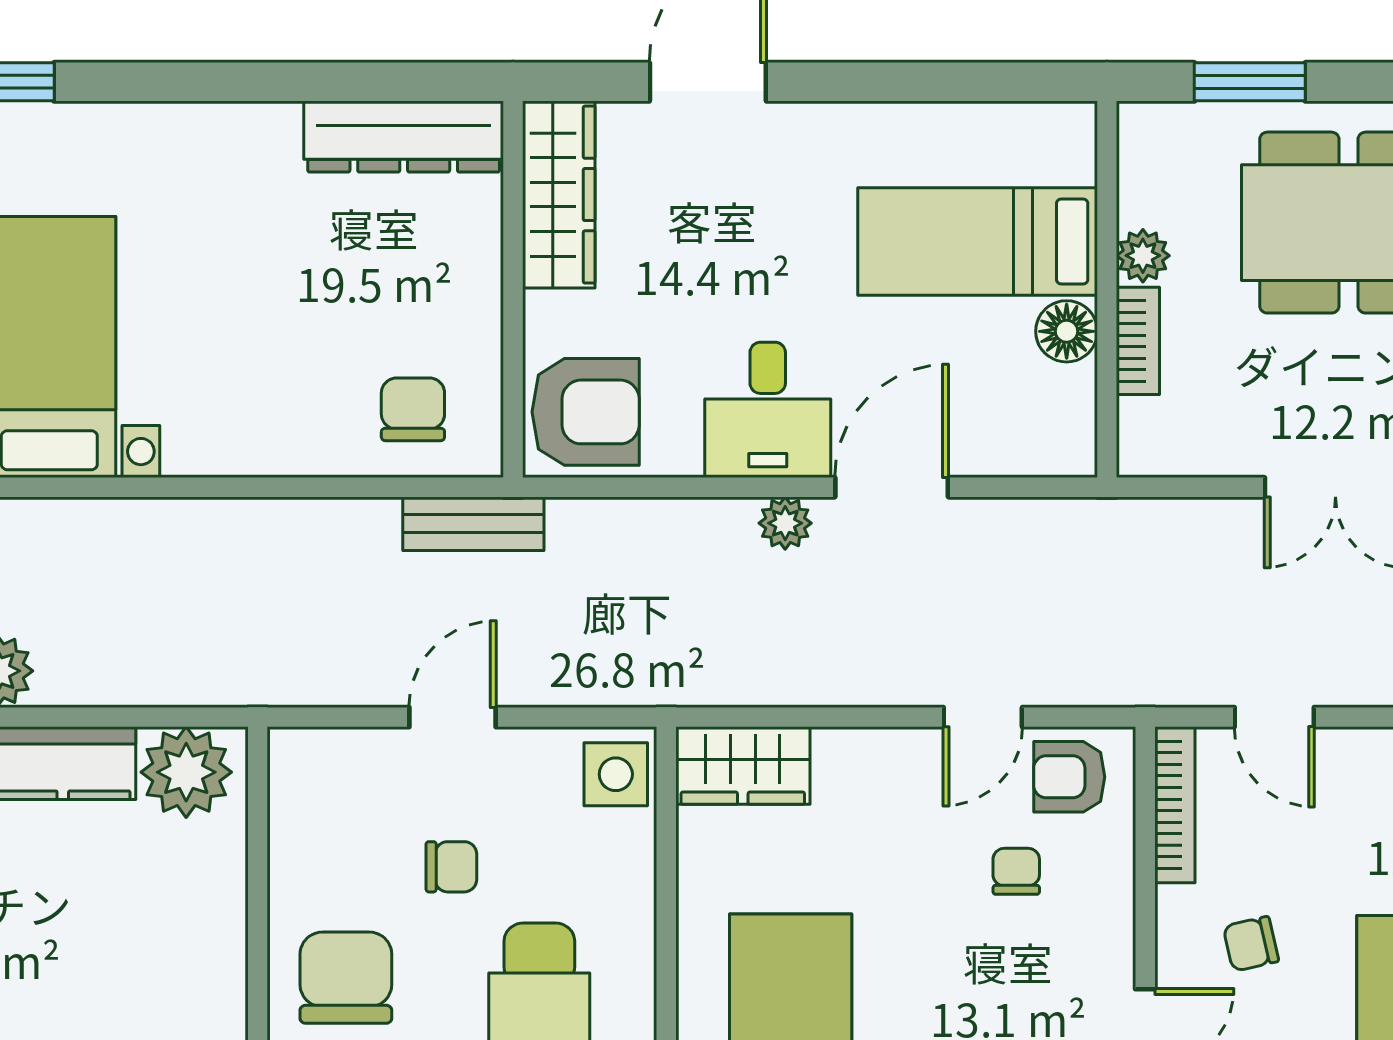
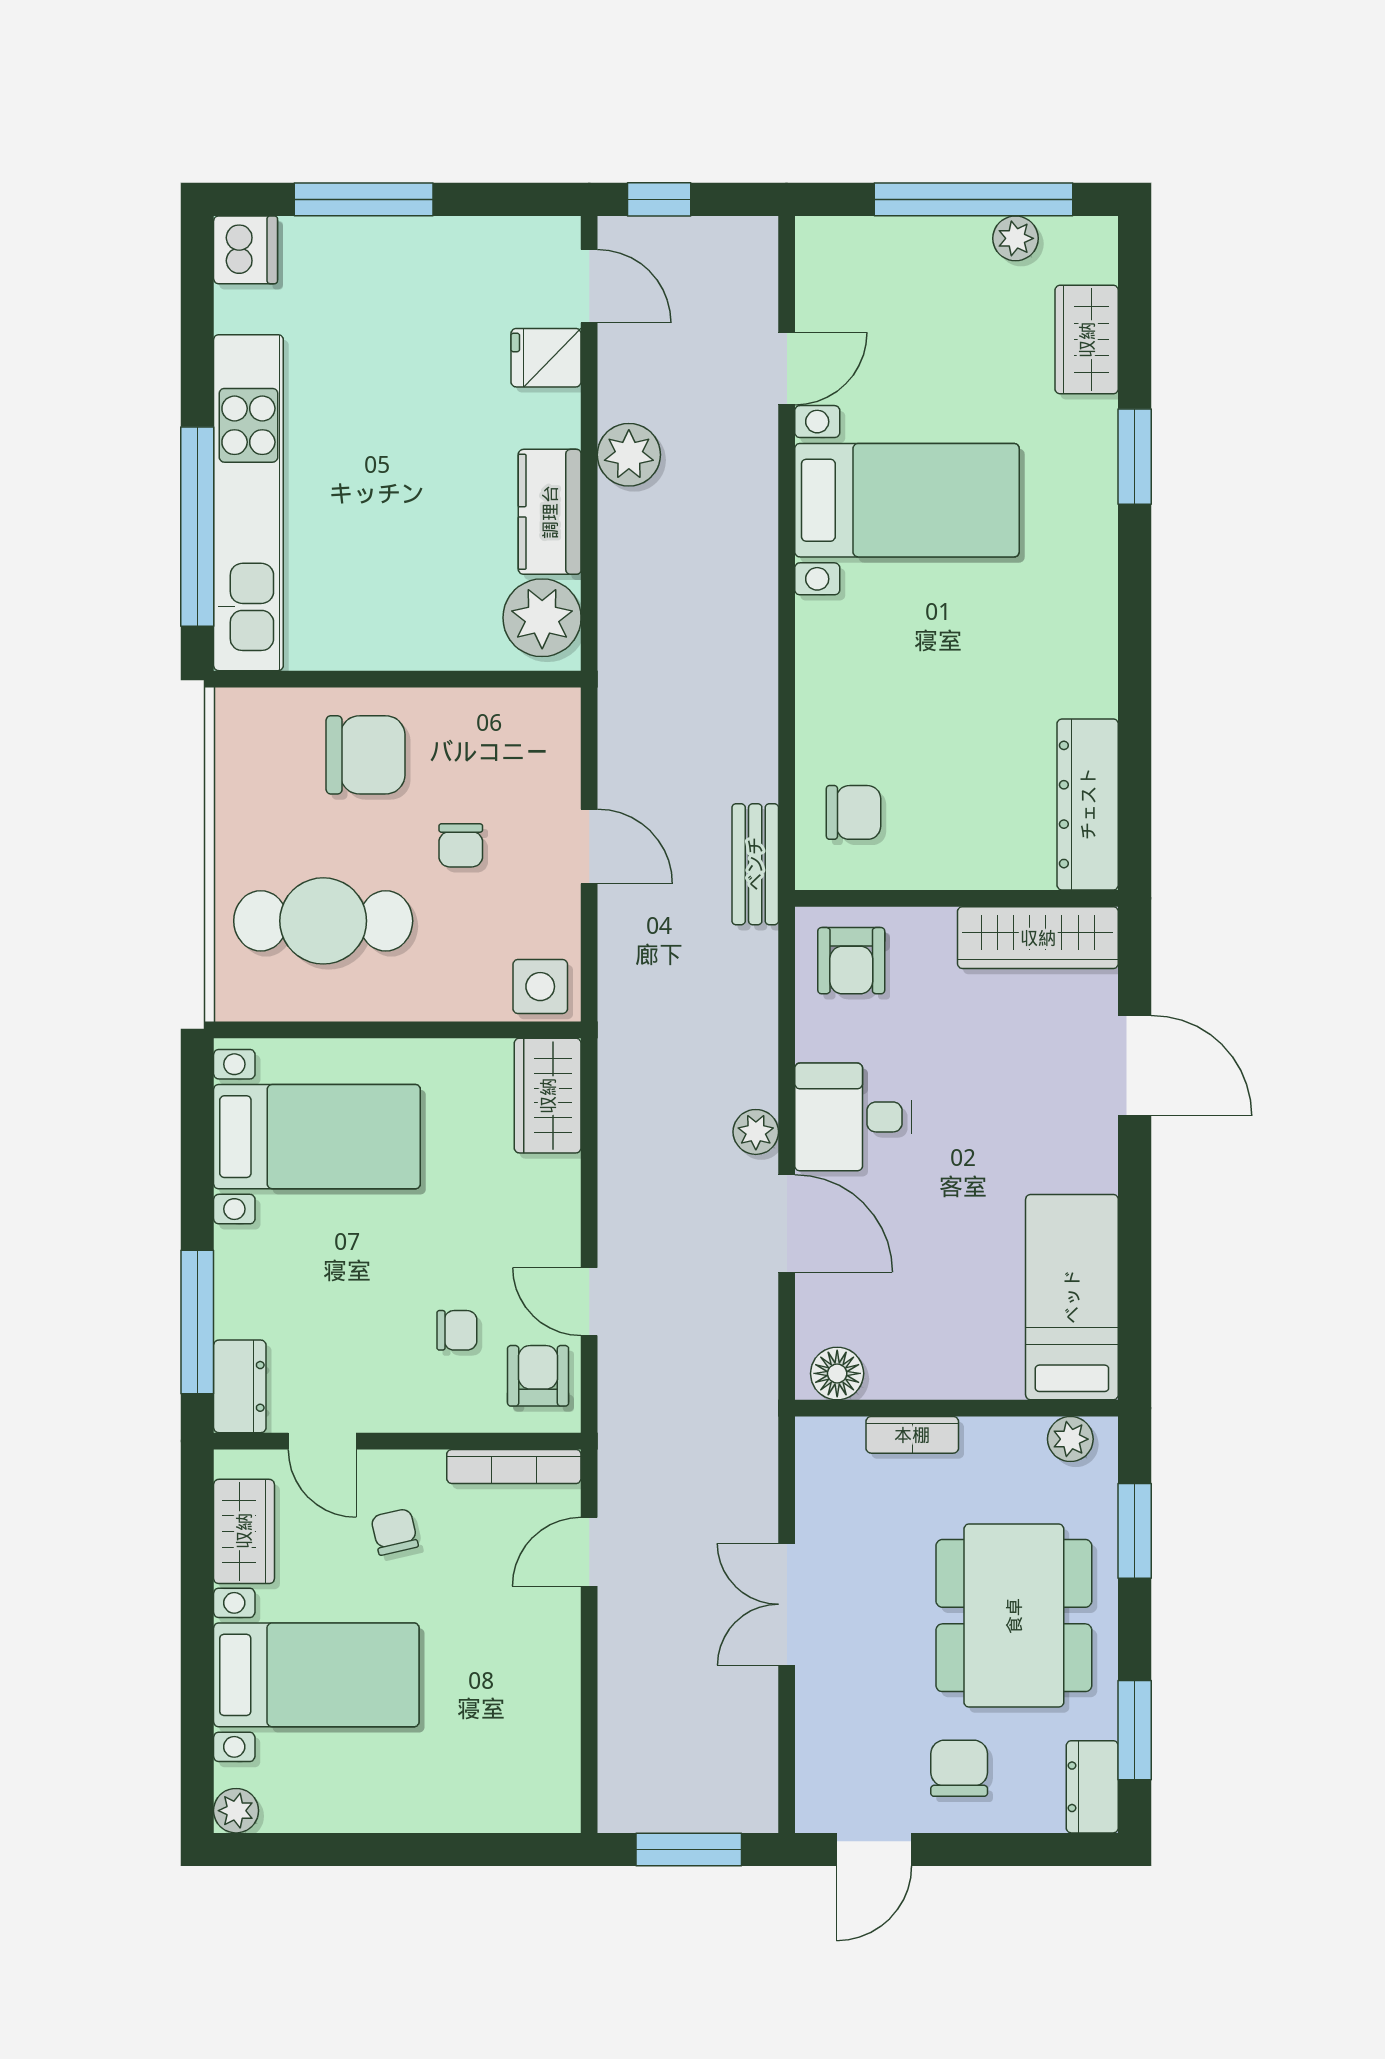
bed: (978, 242) -> (1072, 1297), moved
plant: (1143, 256) -> (1070, 1439), moved
floor lamp: (1067, 331) -> (837, 1373), moved
armchair: (586, 412) -> (851, 961), width x0.72, depth x0.72

